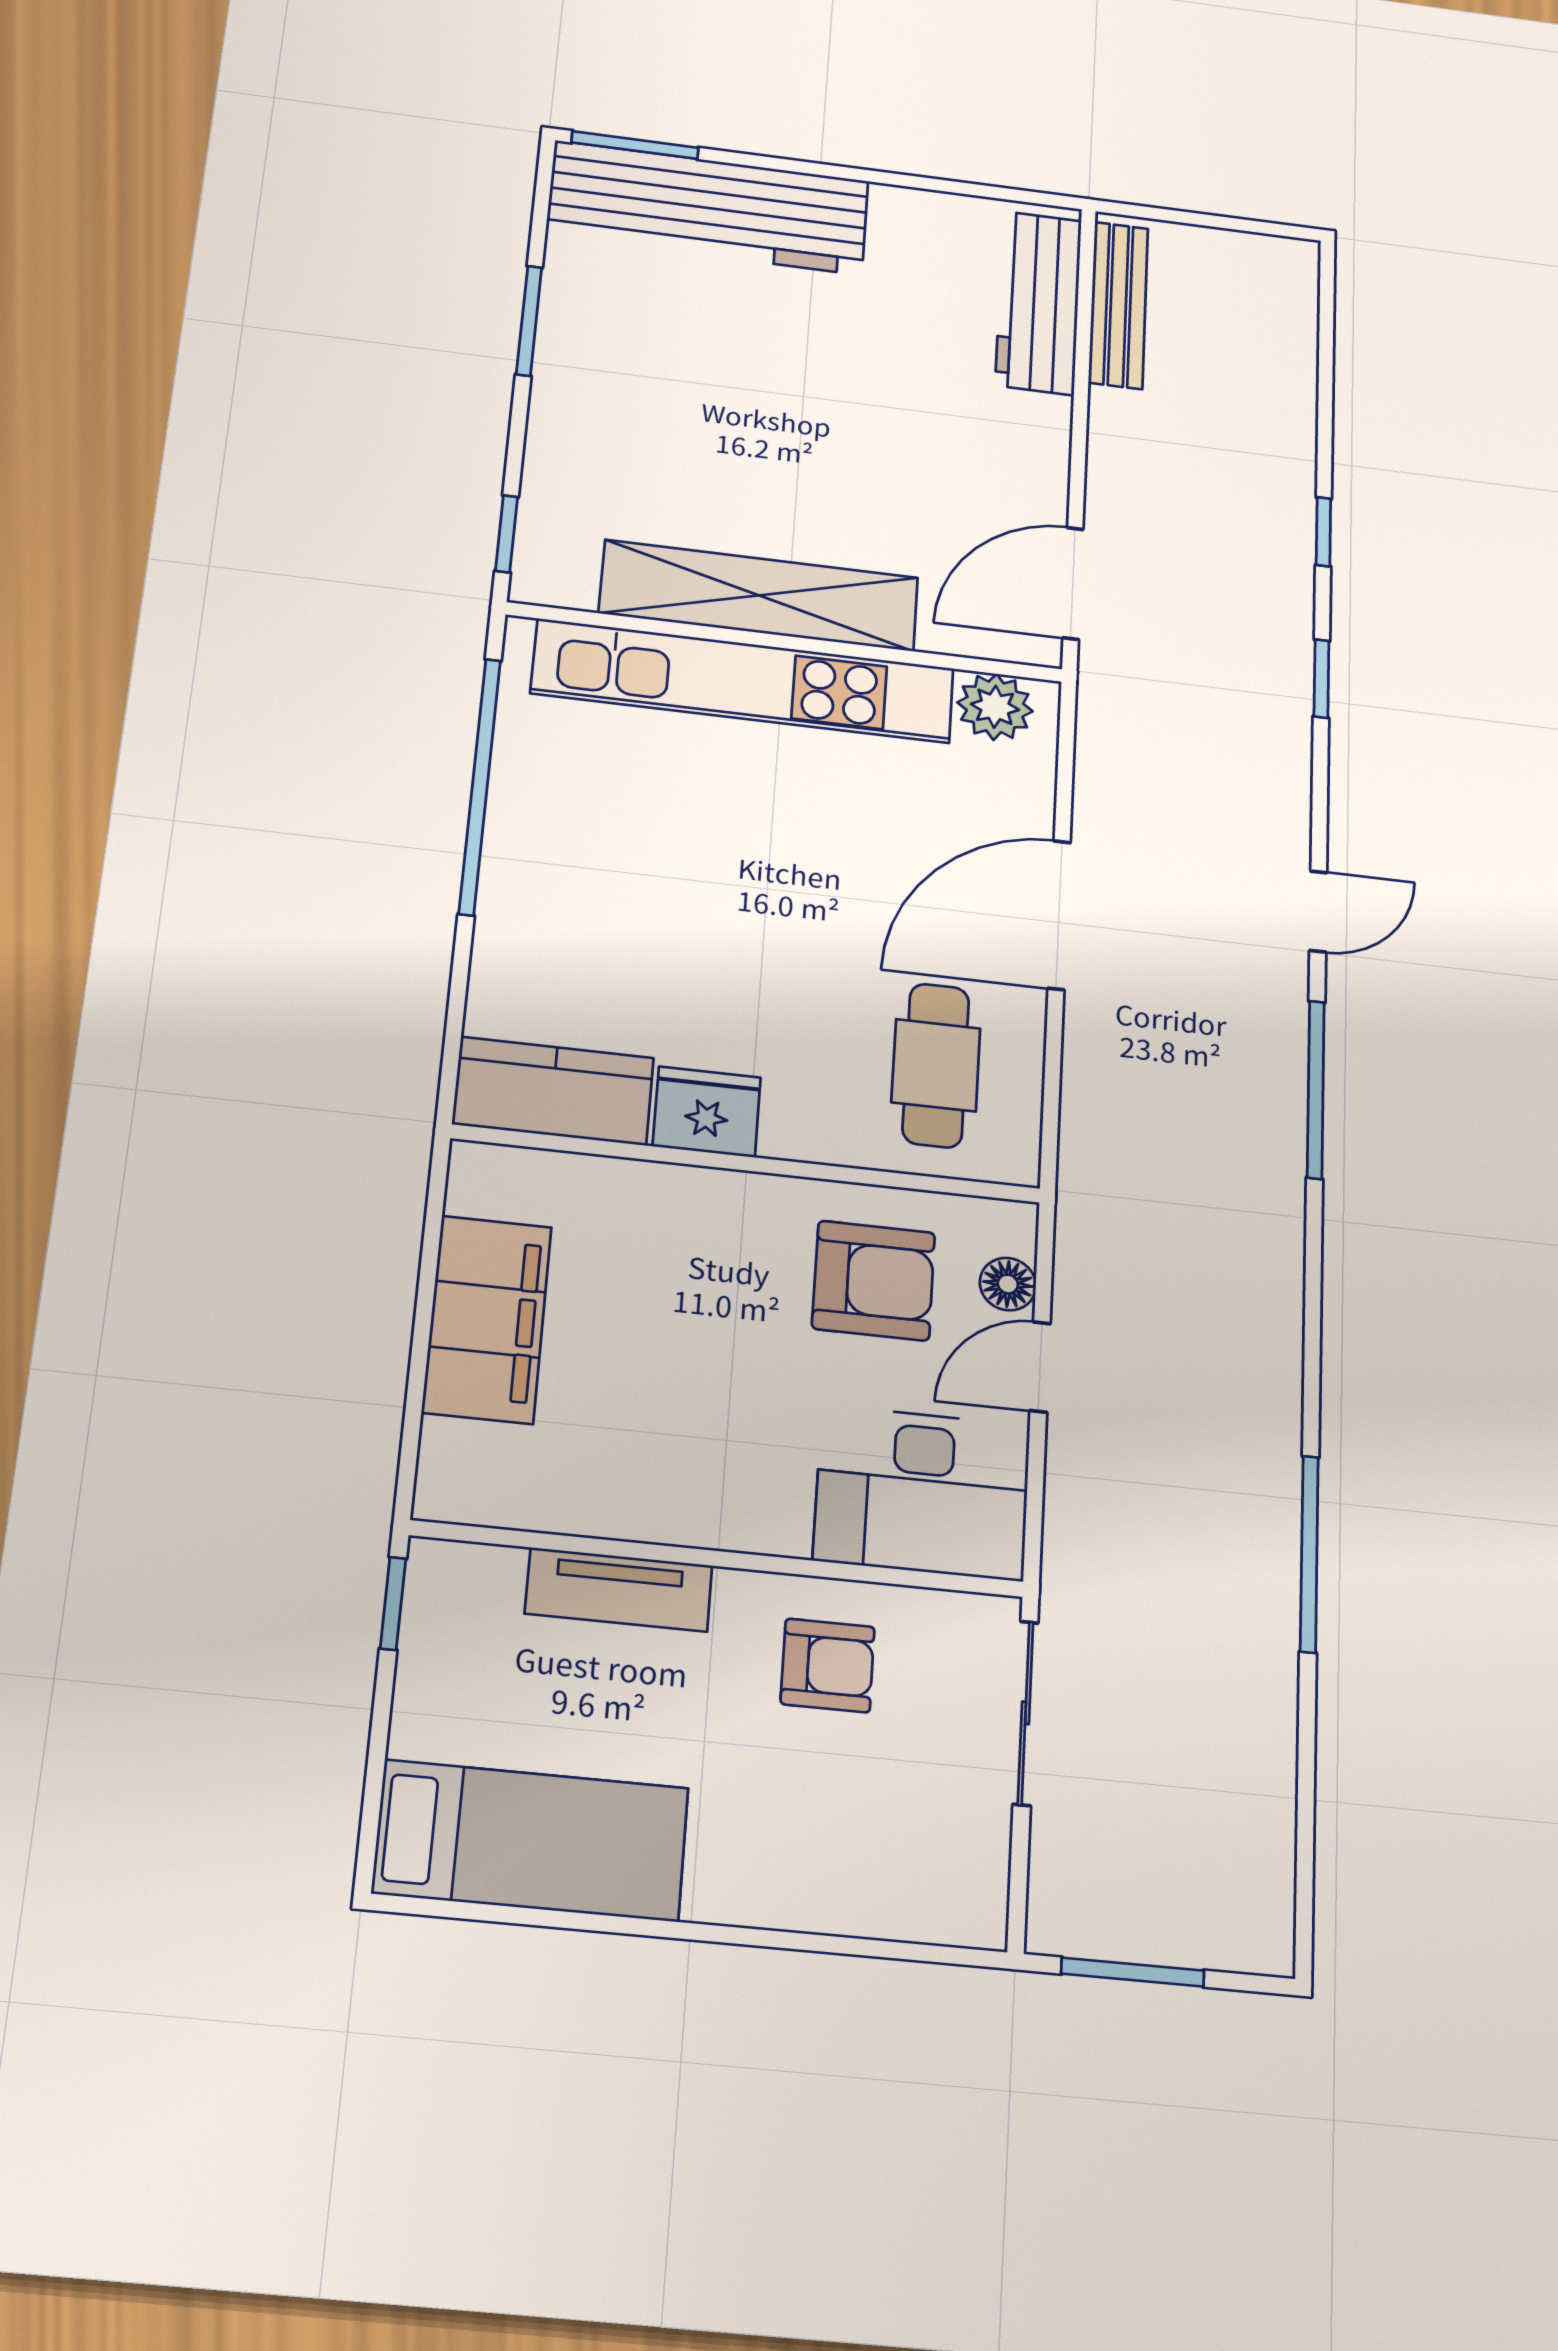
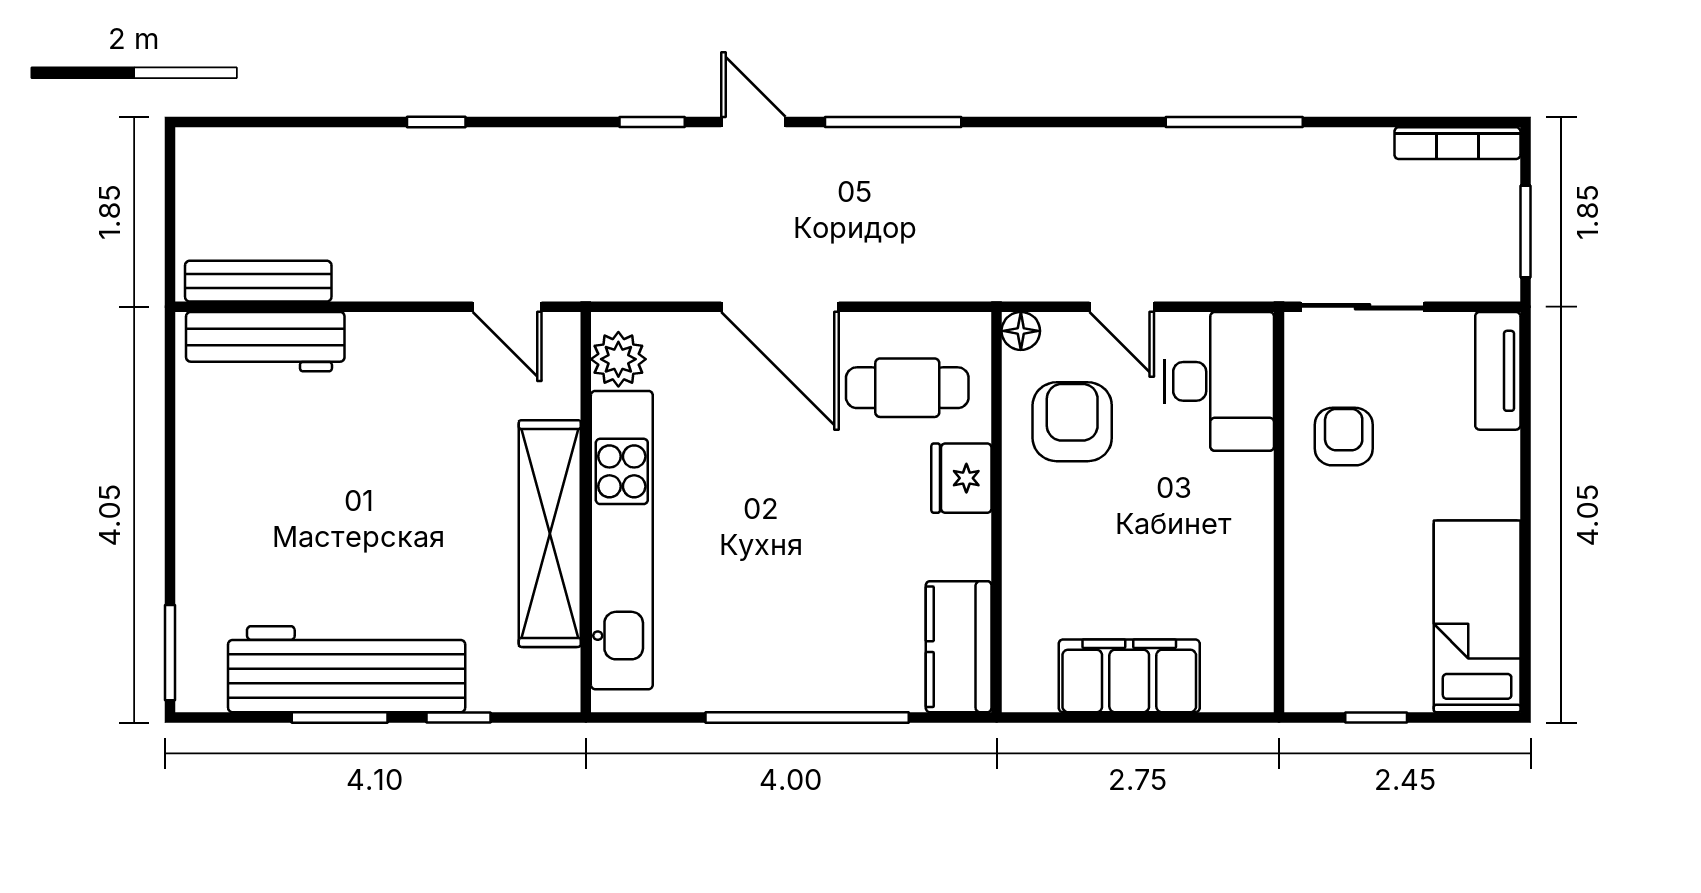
workbench: (708, 208) -> (347, 669), moved, turned -90
window: (506, 534) -> (459, 717), moved
door: (1073, 583) -> (507, 307), width x0.73
window: (1321, 679) -> (652, 122), moved
window: (480, 786) -> (807, 717), moved
fridge: (707, 1112) -> (961, 478), moved
floor lamp: (1008, 1284) -> (1021, 331), moved
tv unit: (619, 1590) -> (1498, 371), moved, turned 180
window: (393, 1603) -> (1376, 717), moved
bookcase: (1272, 1880) -> (1457, 143), added

